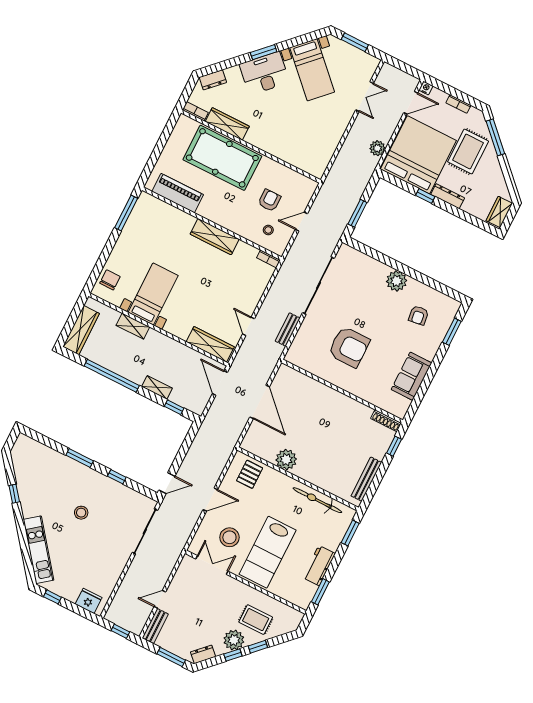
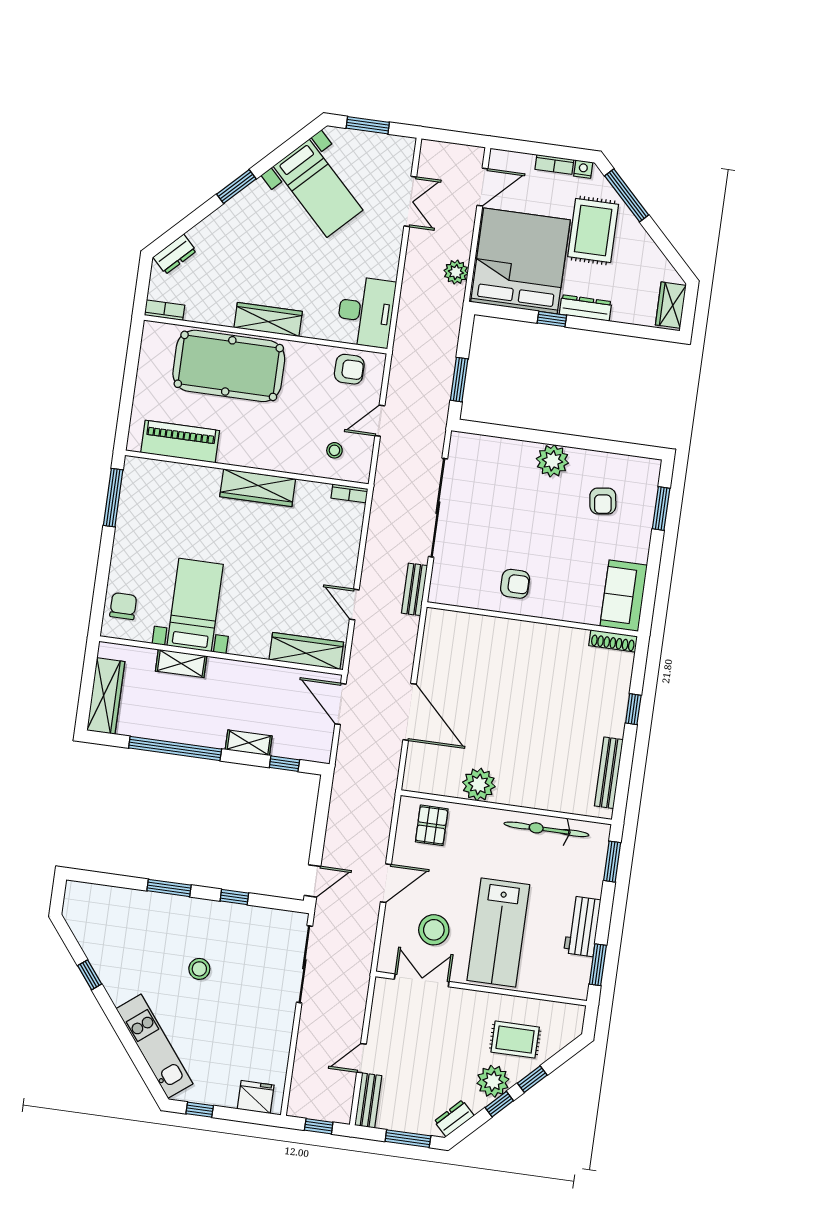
desk: (264, 73) -> (366, 312), moved, turned 135
nightstand: (426, 88) -> (583, 169), moved
wardrobe: (227, 124) -> (268, 320), moved
armchair: (269, 200) -> (349, 369), moved, turned 90
armchair: (349, 347) -> (515, 584), width x0.53, depth x0.53
wall: (342, 391) -> (532, 619), moved
shoe rack: (386, 421) -> (613, 641), moved

